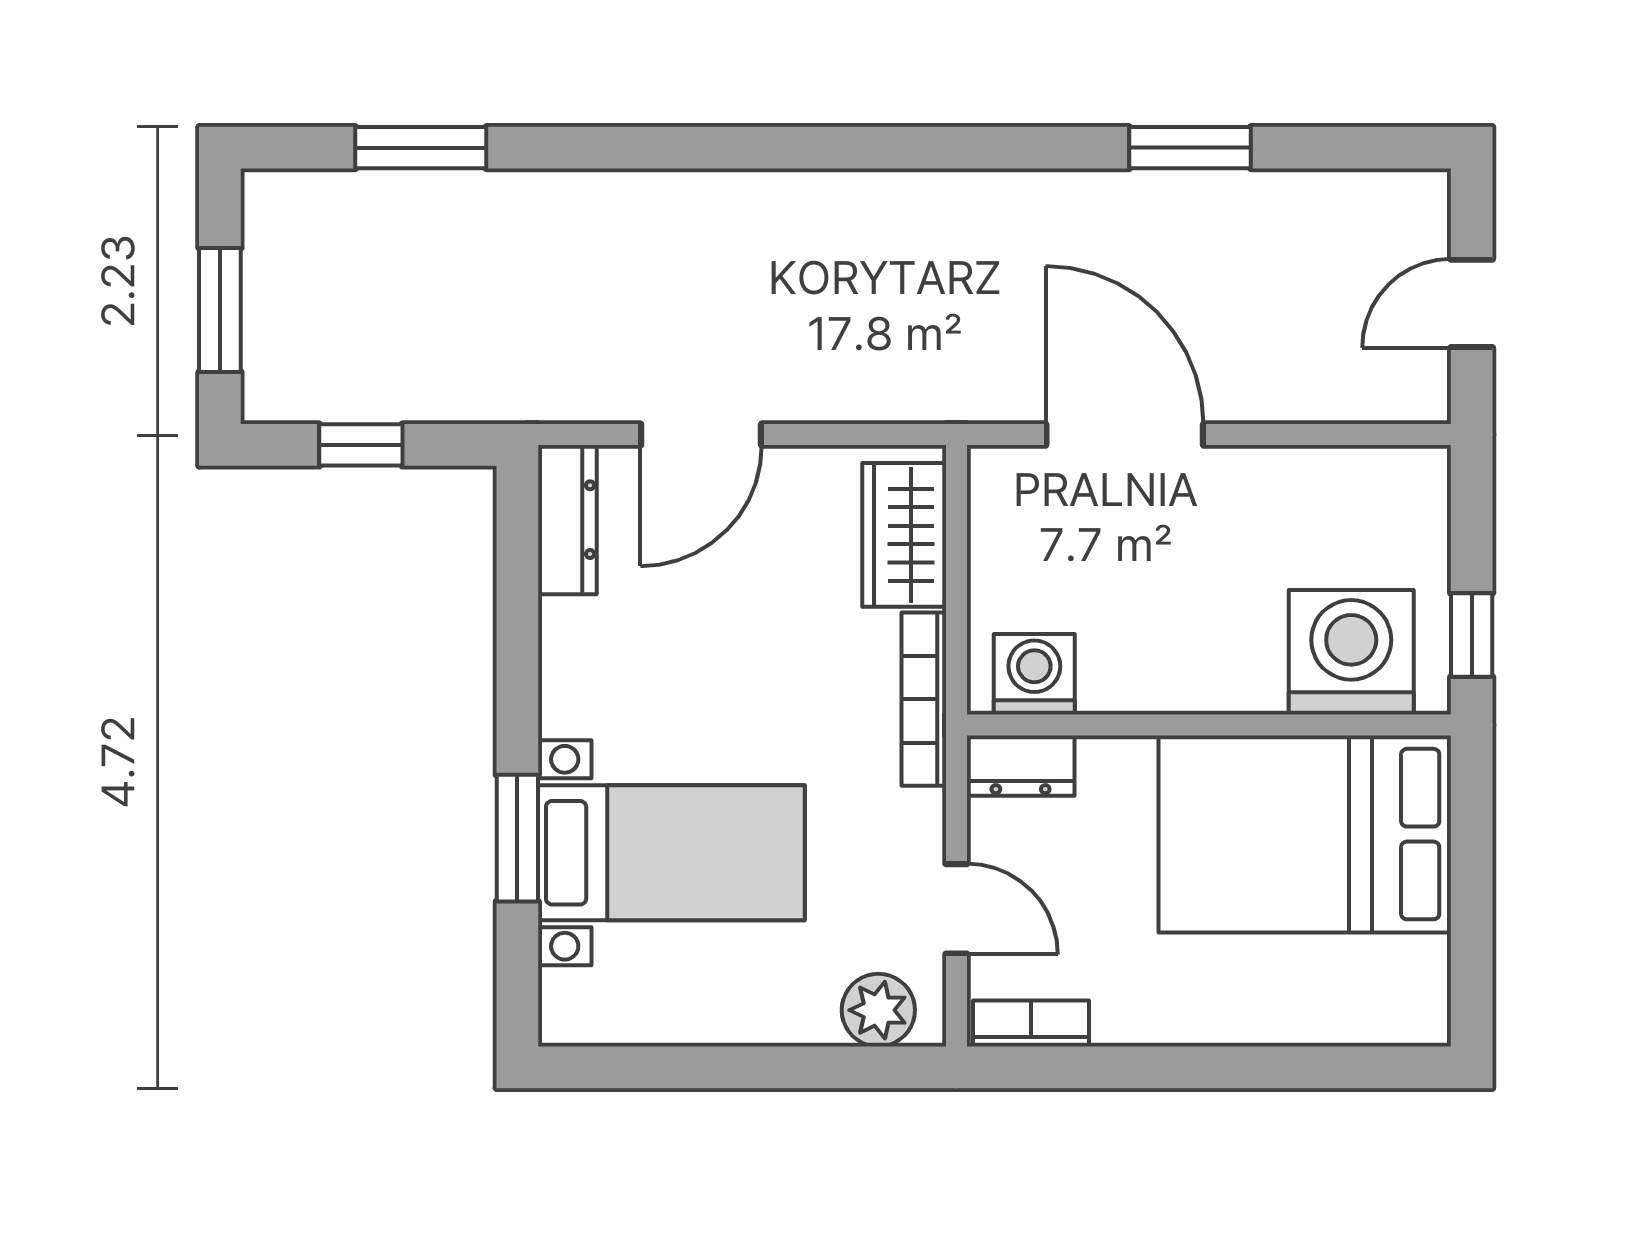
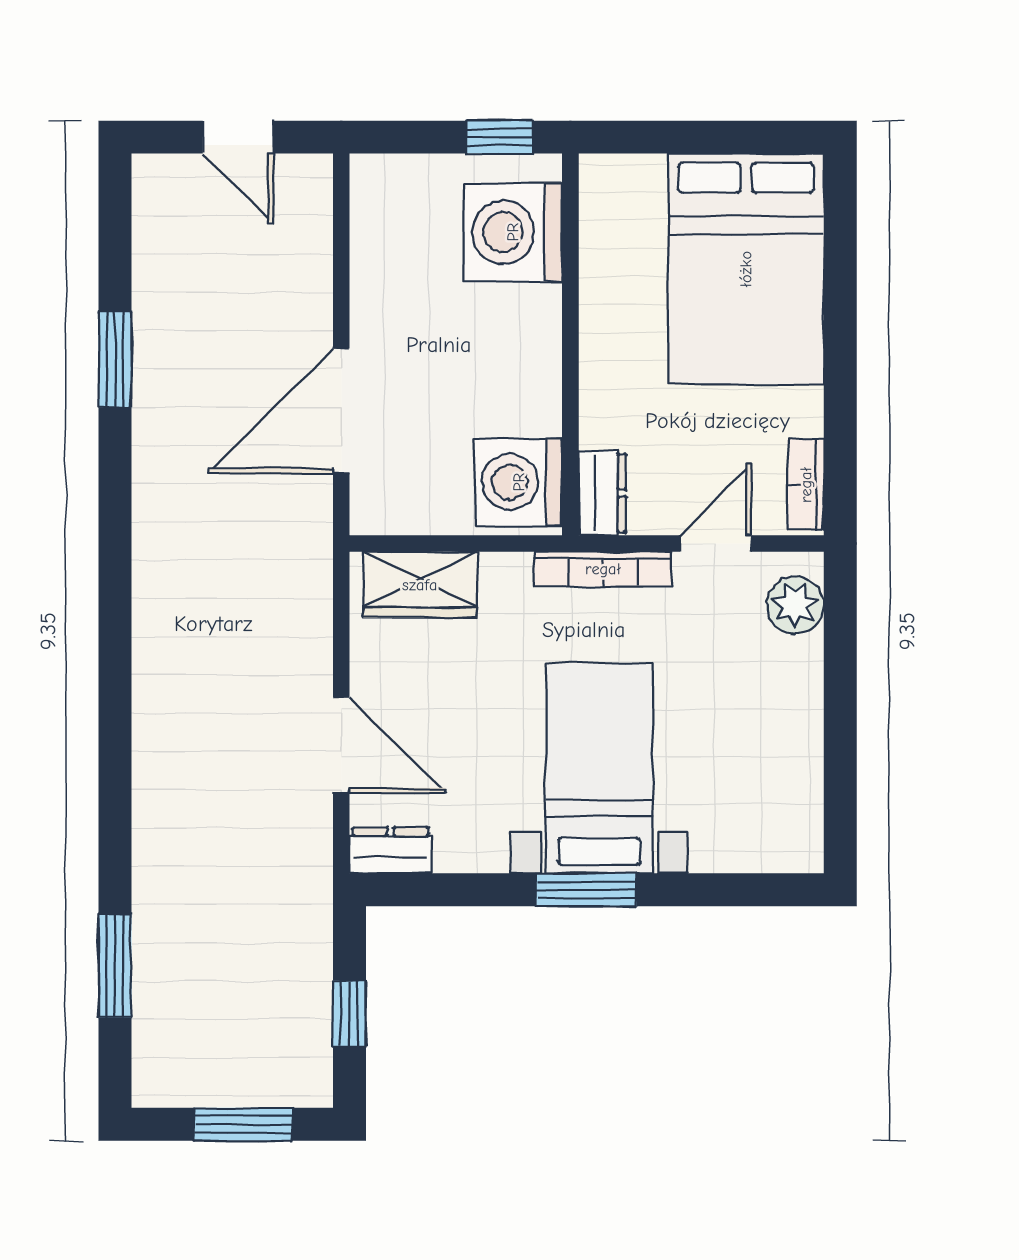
dresser: (567, 520) -> (390, 850), width x0.70
washing machine: (1034, 674) -> (519, 482), width x1.37, depth x1.37
bookcase: (924, 699) -> (603, 569), moved
bed: (1305, 834) -> (746, 269), moved
window: (517, 838) -> (586, 890), moved
bed with nightstands: (671, 853) -> (599, 768), moved

